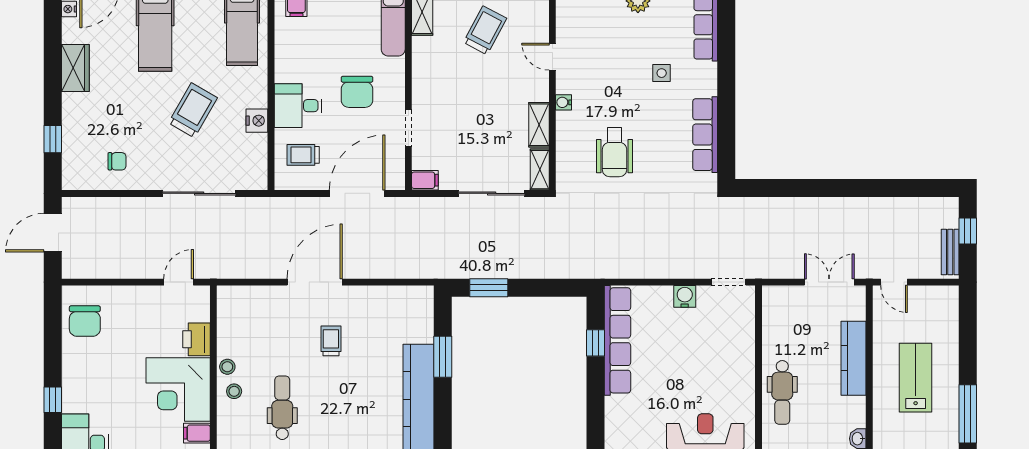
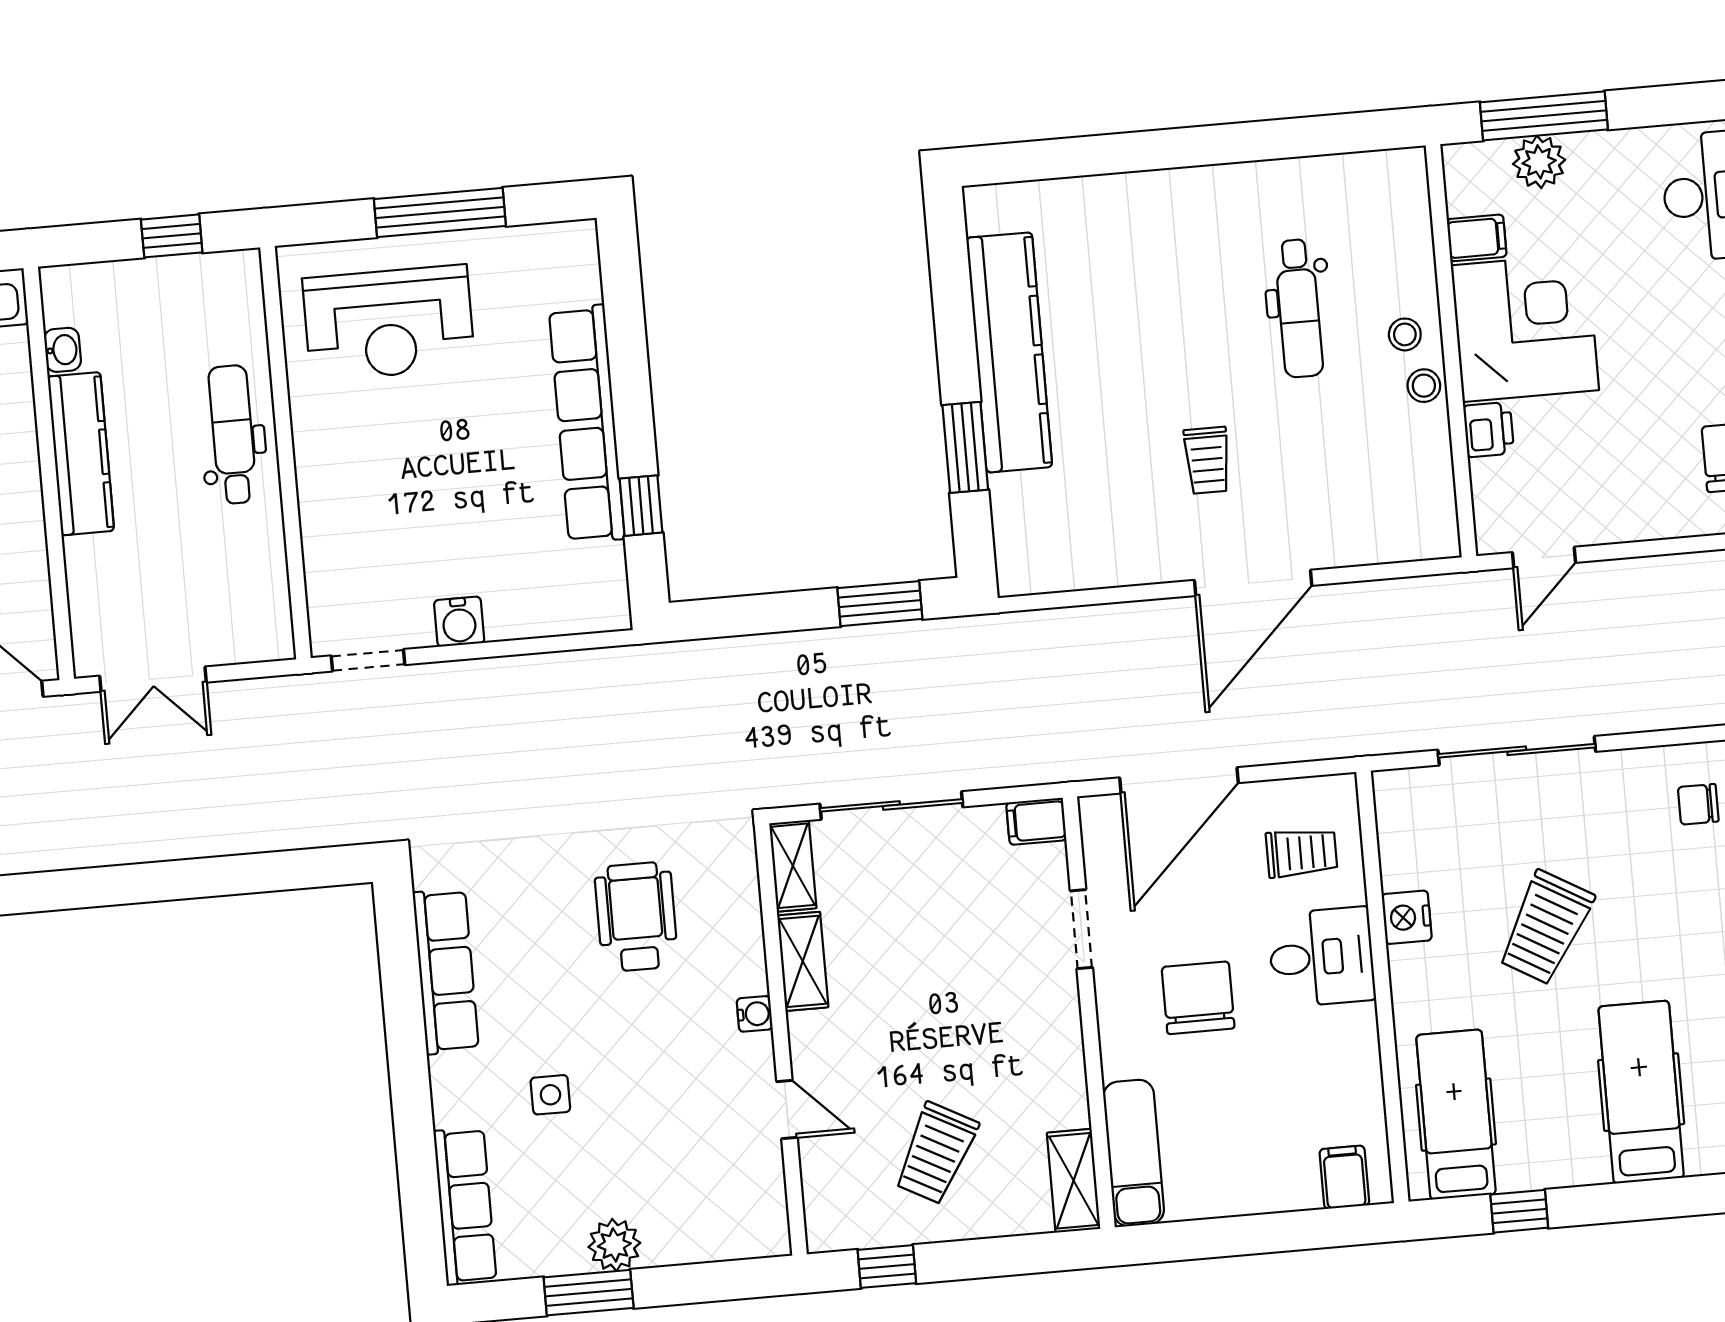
printer: (196, 339) -> (1489, 430), width x0.73, depth x0.81
row of seats: (617, 340) -> (587, 424), moved
kitchen counter: (854, 358) -> (81, 454), moved

